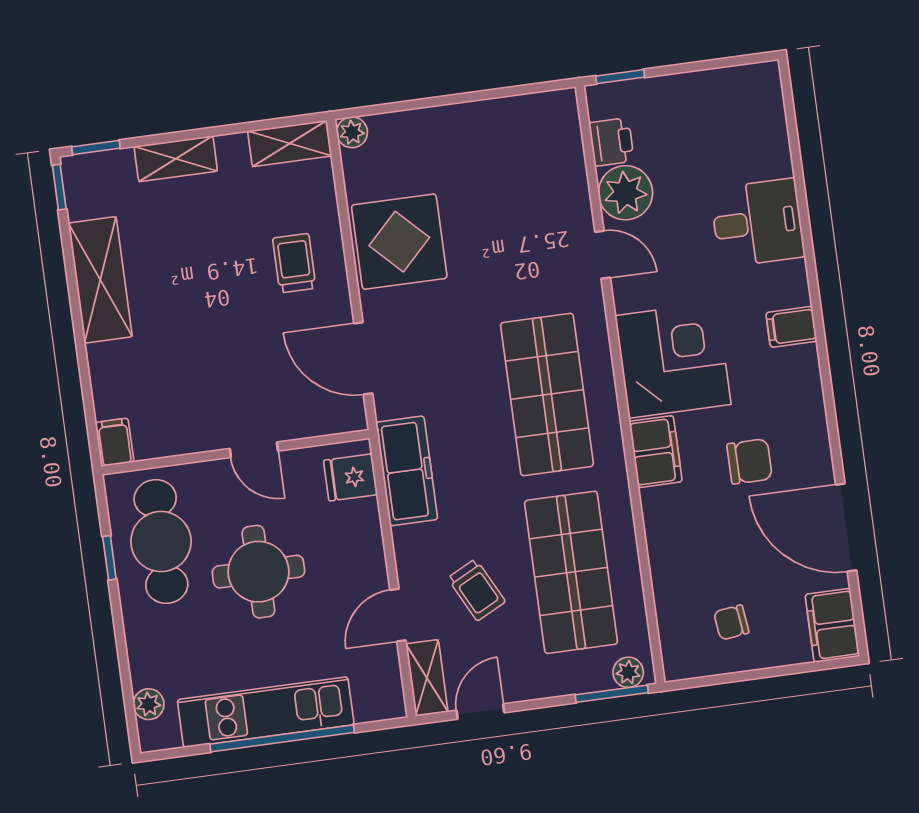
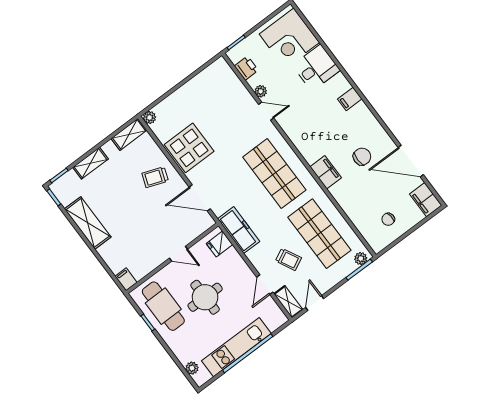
plant: (625, 193) -> (261, 91), width x0.53, depth x0.53
trolley: (294, 263) -> (155, 177), turned -70
corner desk: (673, 360) -> (289, 38), moved, turned 180

